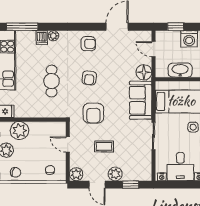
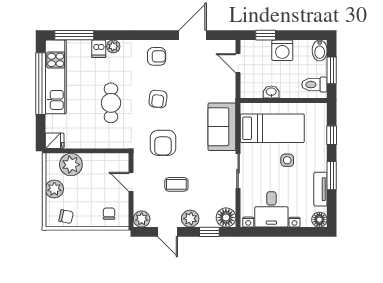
washbasin: (180, 70) -> (271, 92), width x0.52, depth x0.69
floor lamp: (144, 72) -> (226, 217), moved

